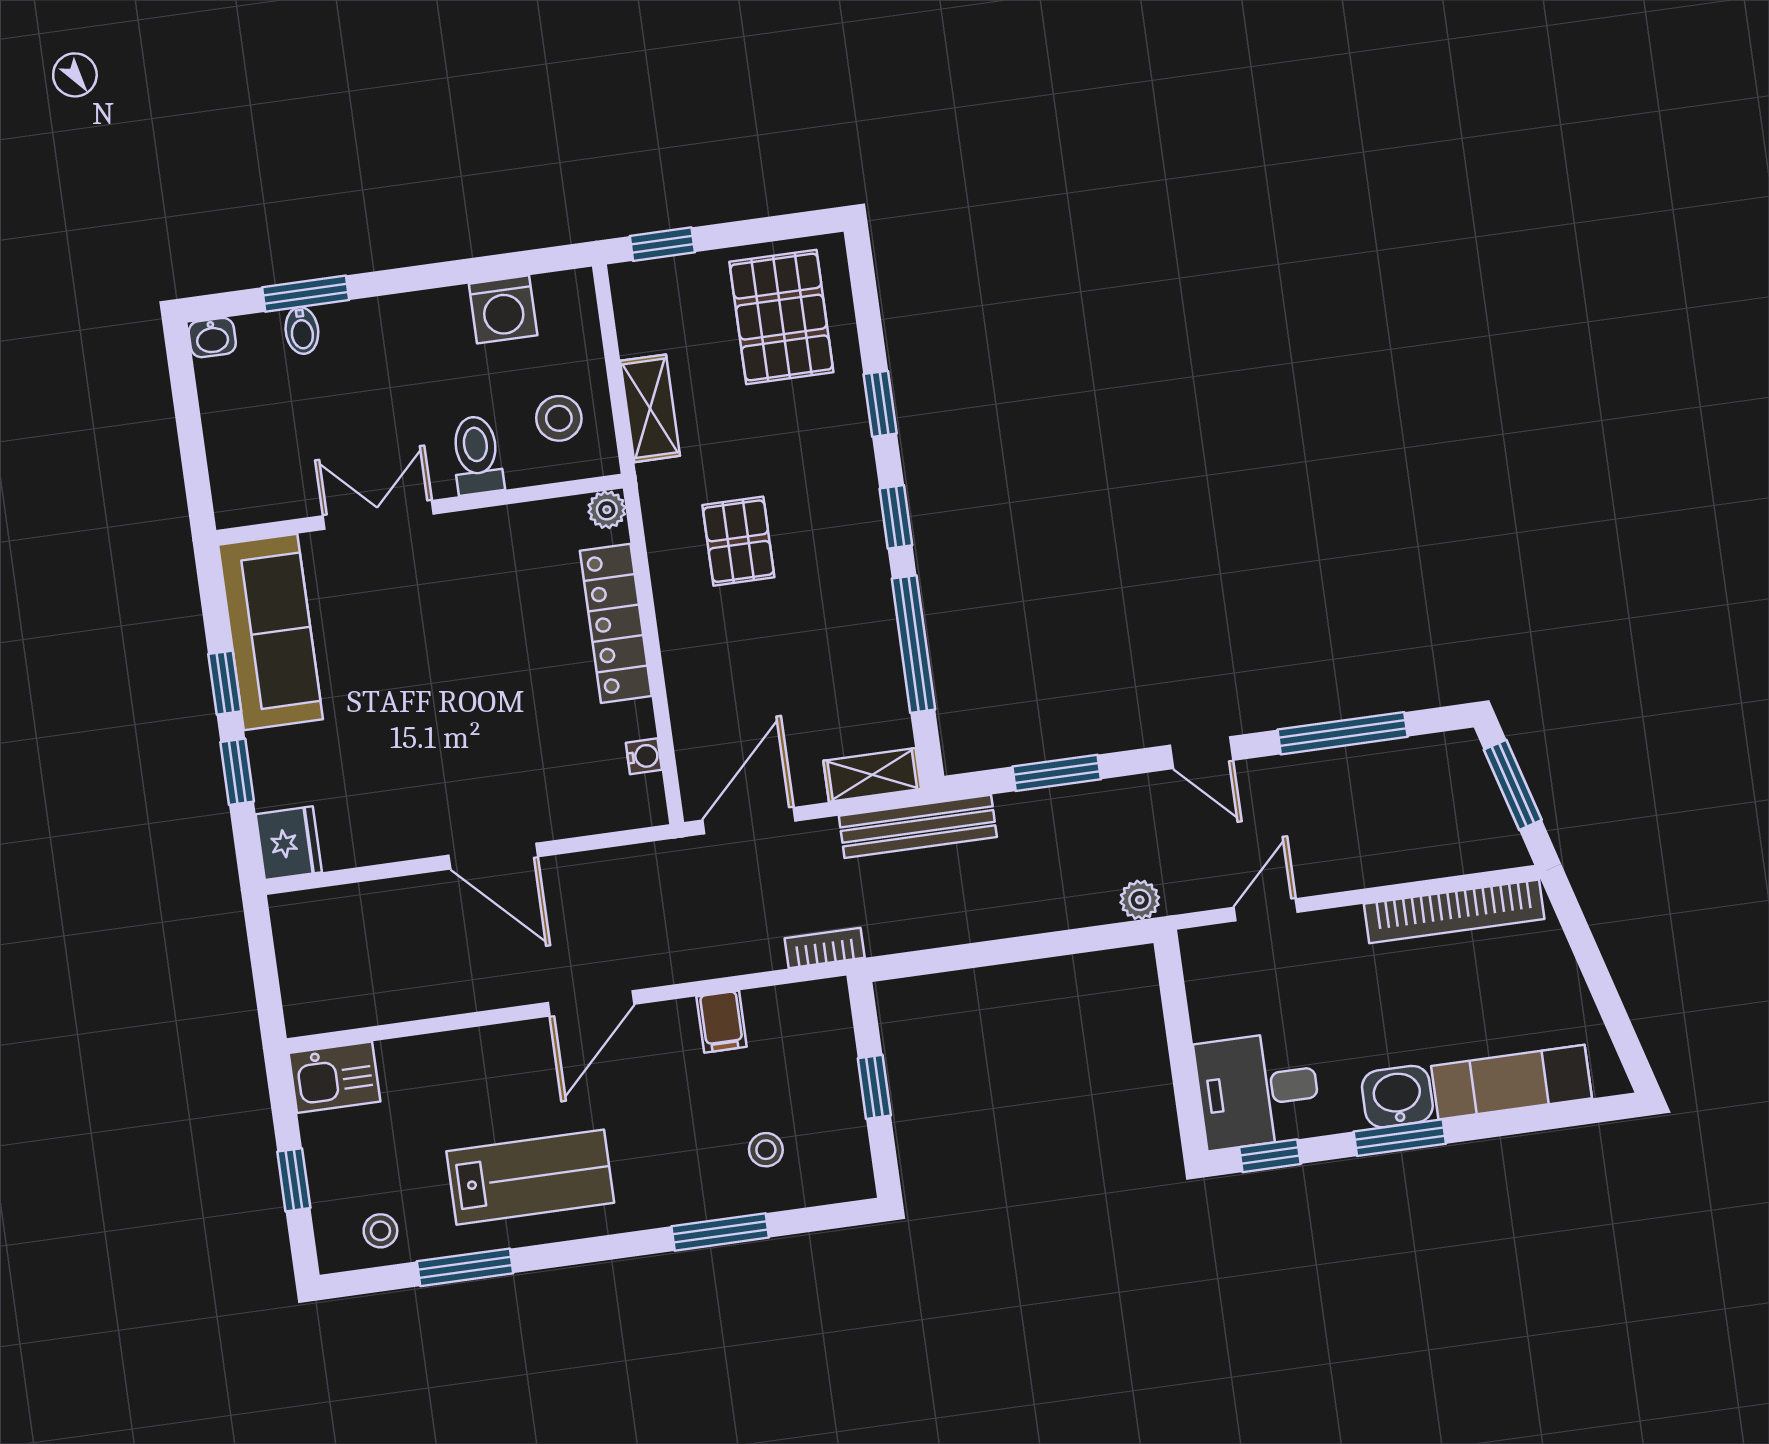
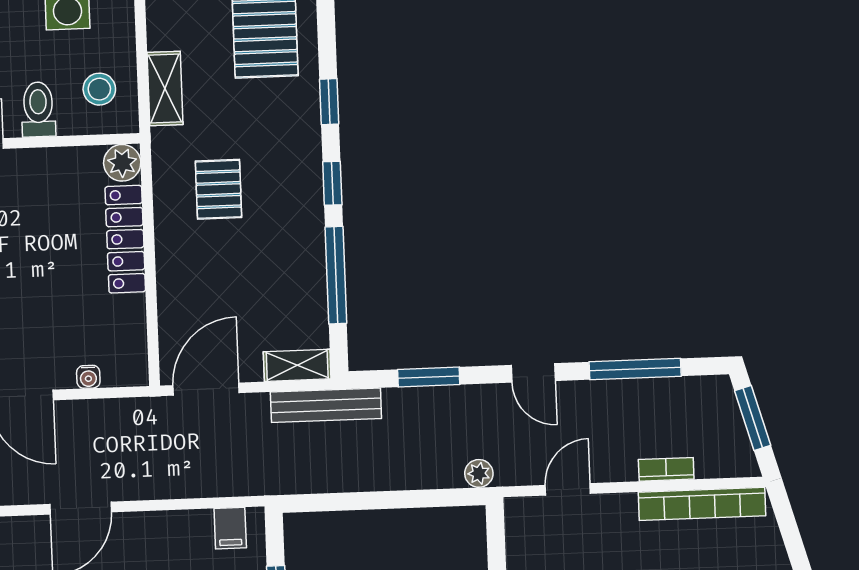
plant: (607, 510) -> (122, 163), width x1.38, depth x1.38
water cooler: (644, 756) -> (88, 377), moved, turned 90
bookcase: (825, 948) -> (666, 469), moved
filing cabinet: (722, 1022) -> (230, 528), moved

